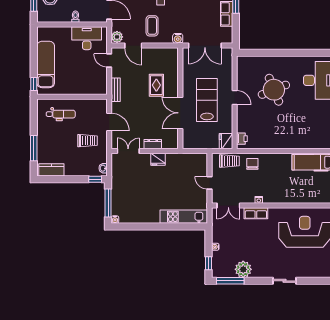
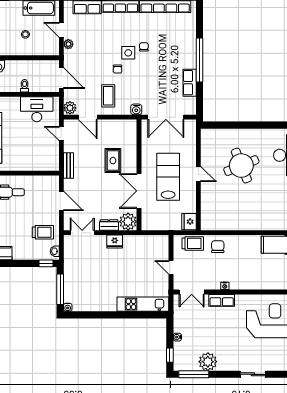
printer: (242, 139) -> (206, 219), removed
trolley: (88, 141) -> (43, 232), moved
plant: (170, 141) -> (128, 222), added

